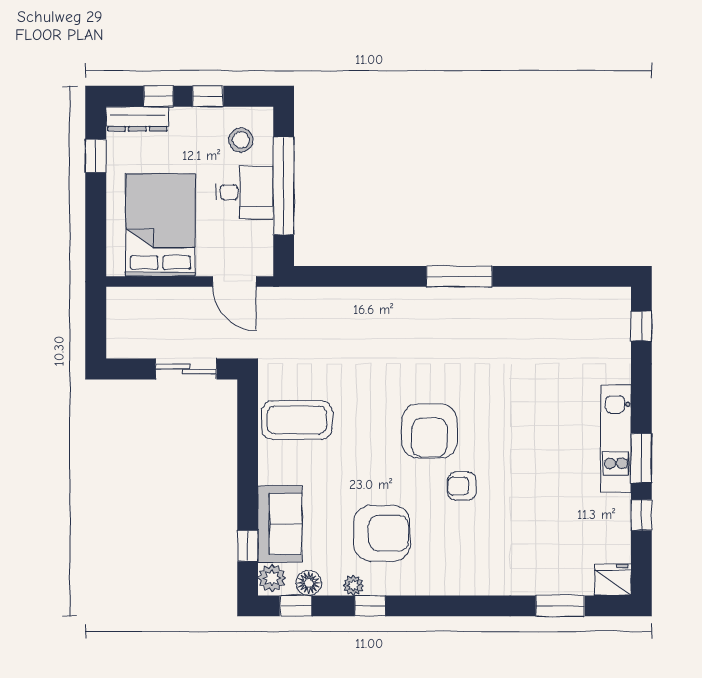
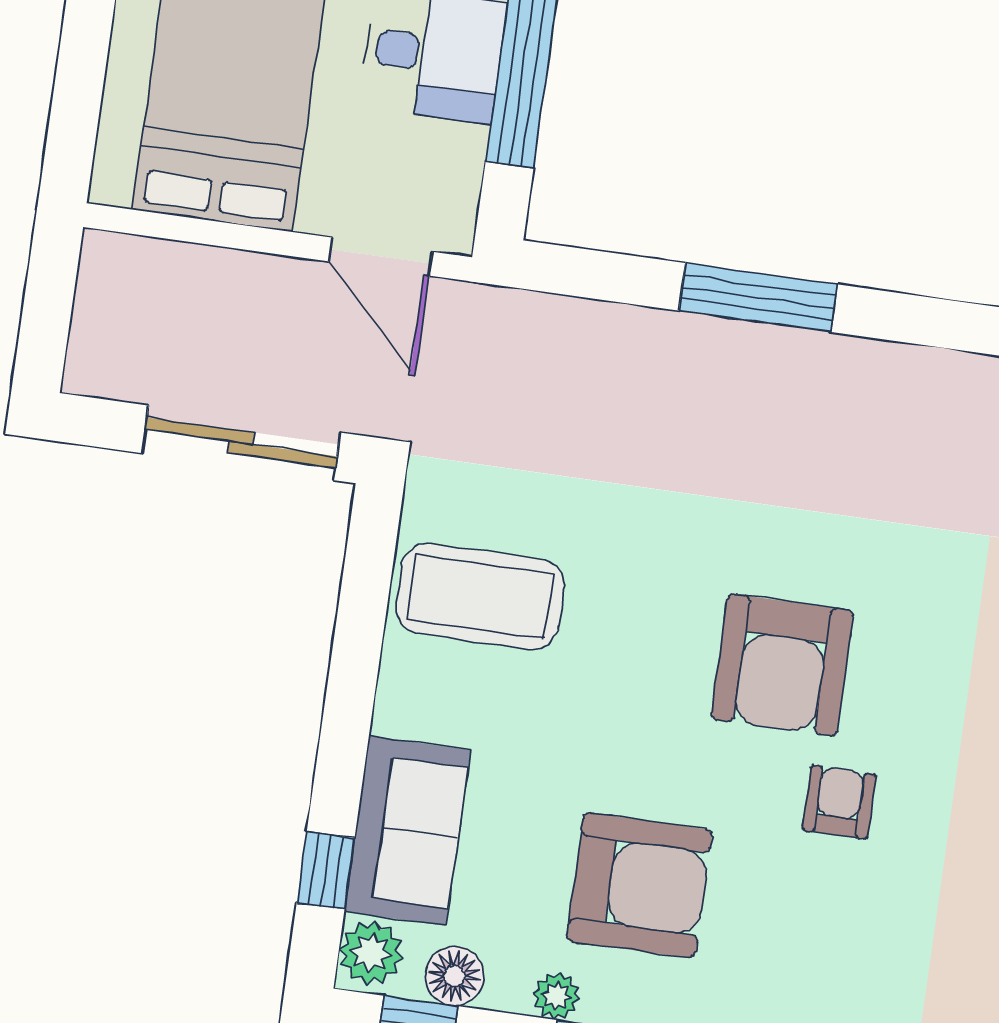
window: (459, 276) -> (758, 298), moved
sliding door: (186, 369) -> (241, 443), width x1.37
armchair: (462, 486) -> (839, 802), turned 90

